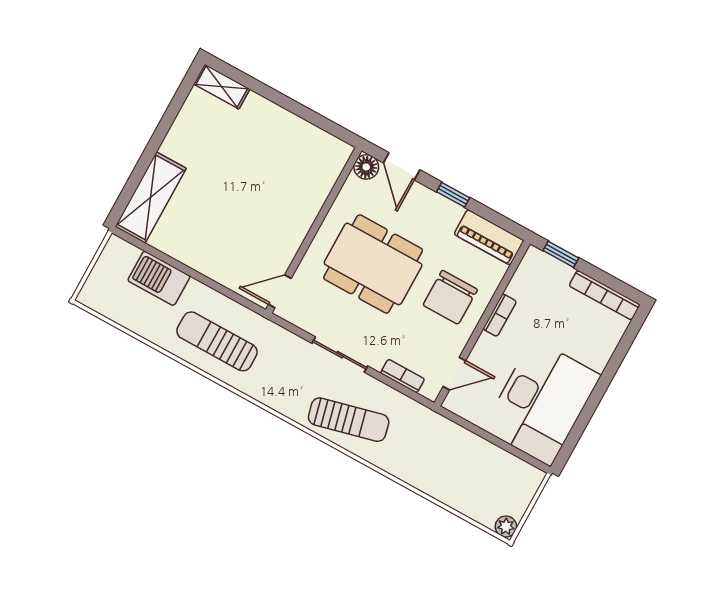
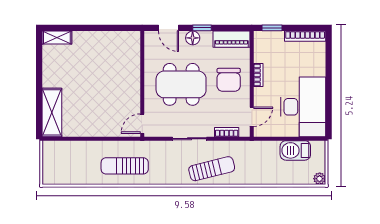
floor lamp: (366, 167) -> (193, 38), moved
barbecue: (159, 278) -> (295, 150), moved

